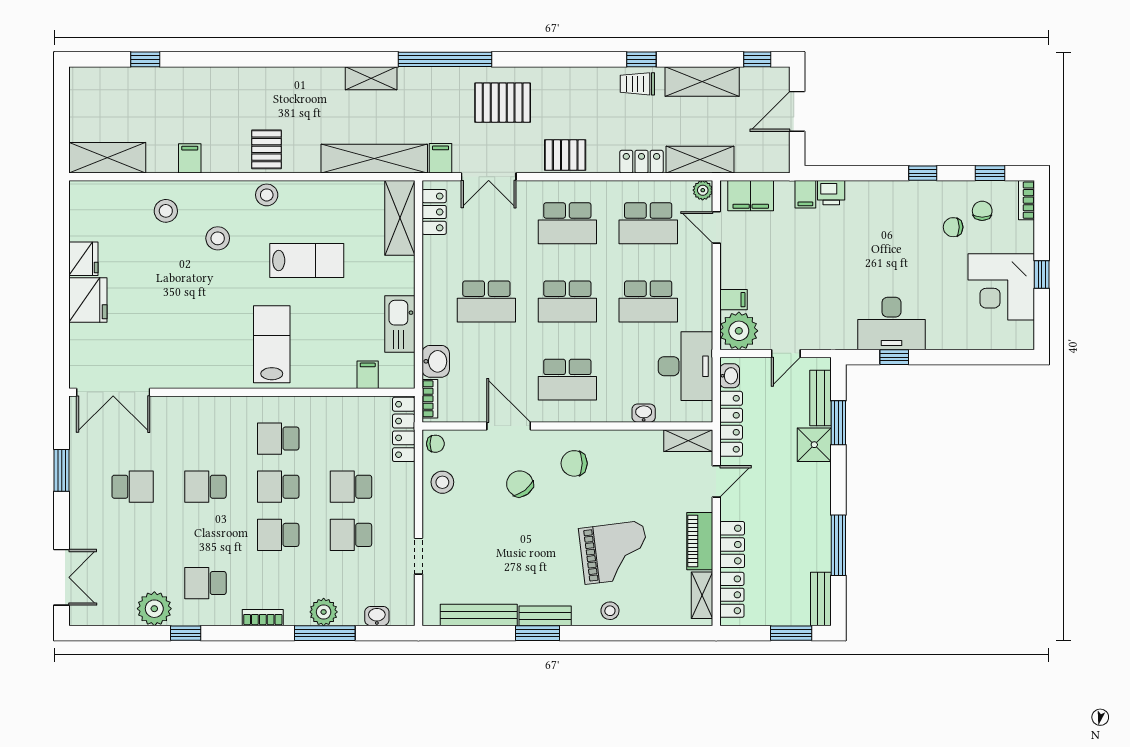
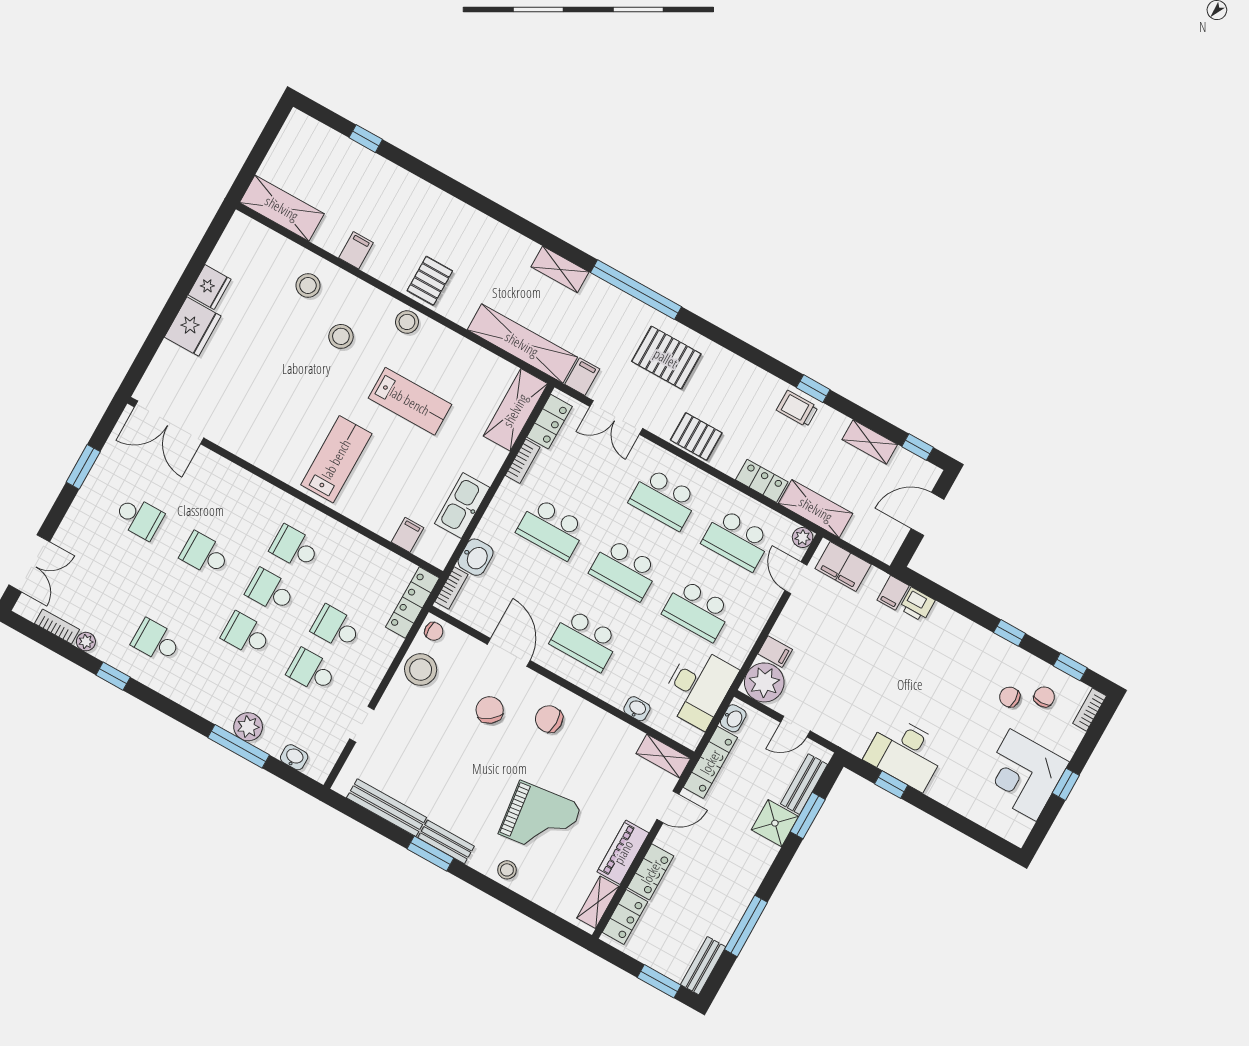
shelving: (702, 82) -> (870, 442), width x0.67, depth x0.75
bookcase: (430, 258) -> (523, 461), added
stool: (442, 482) -> (421, 670), width x1.38, depth x1.38
plant: (154, 609) -> (86, 642), width x0.53, depth x0.53
bookcase: (263, 618) -> (57, 627), moved

